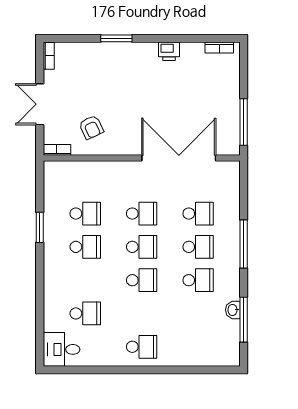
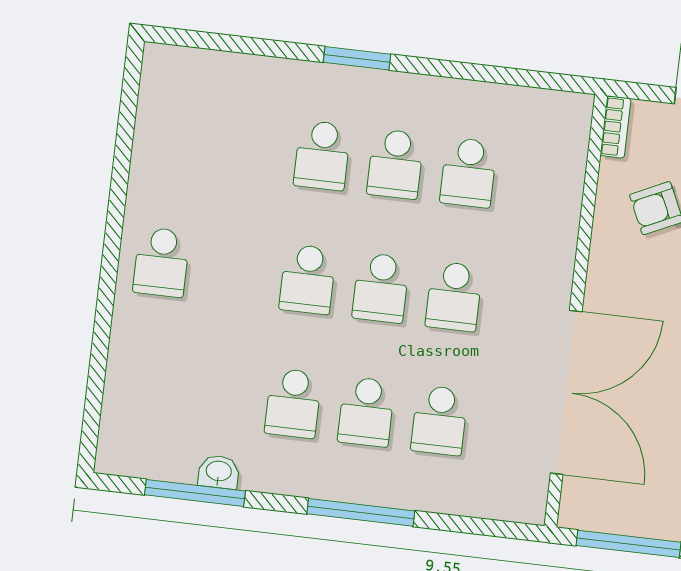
window: (40, 227) -> (357, 58), moved
school desk: (85, 313) -> (322, 155), moved
desk: (62, 349) -> (176, 86), removed

